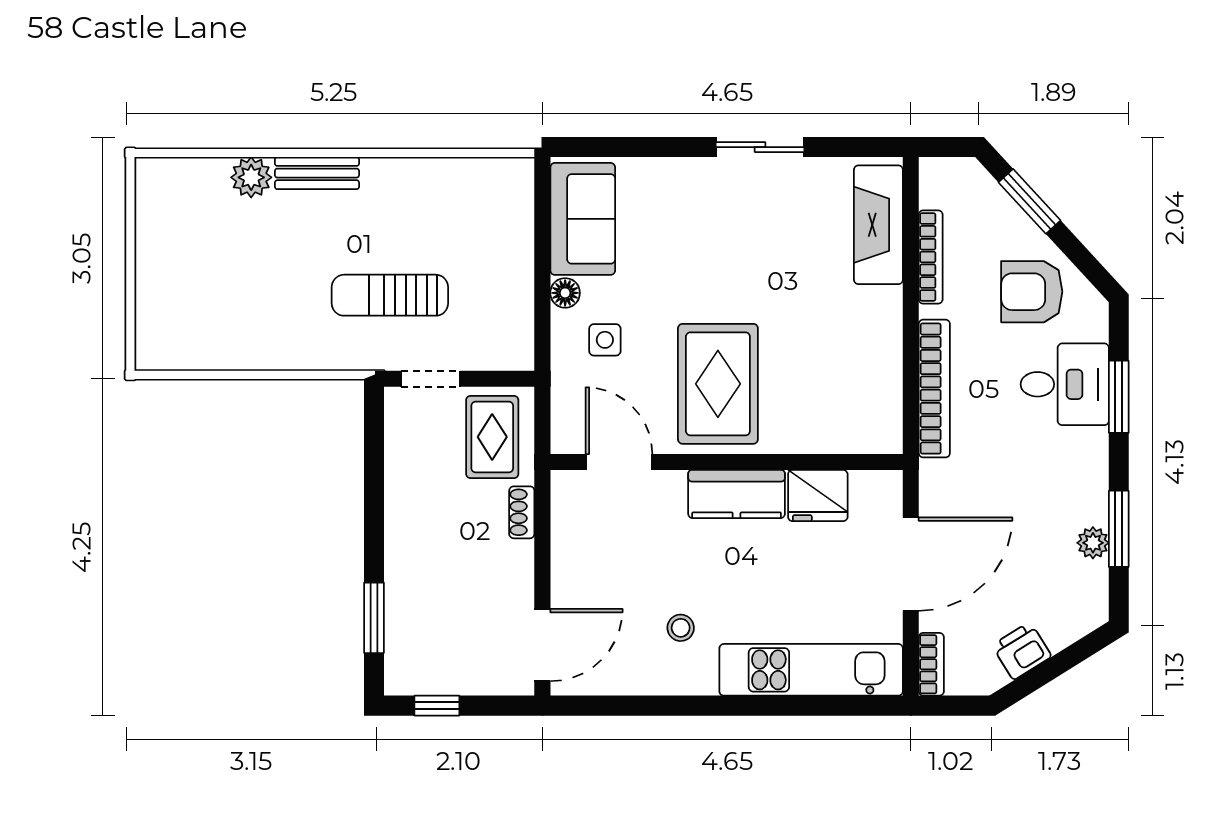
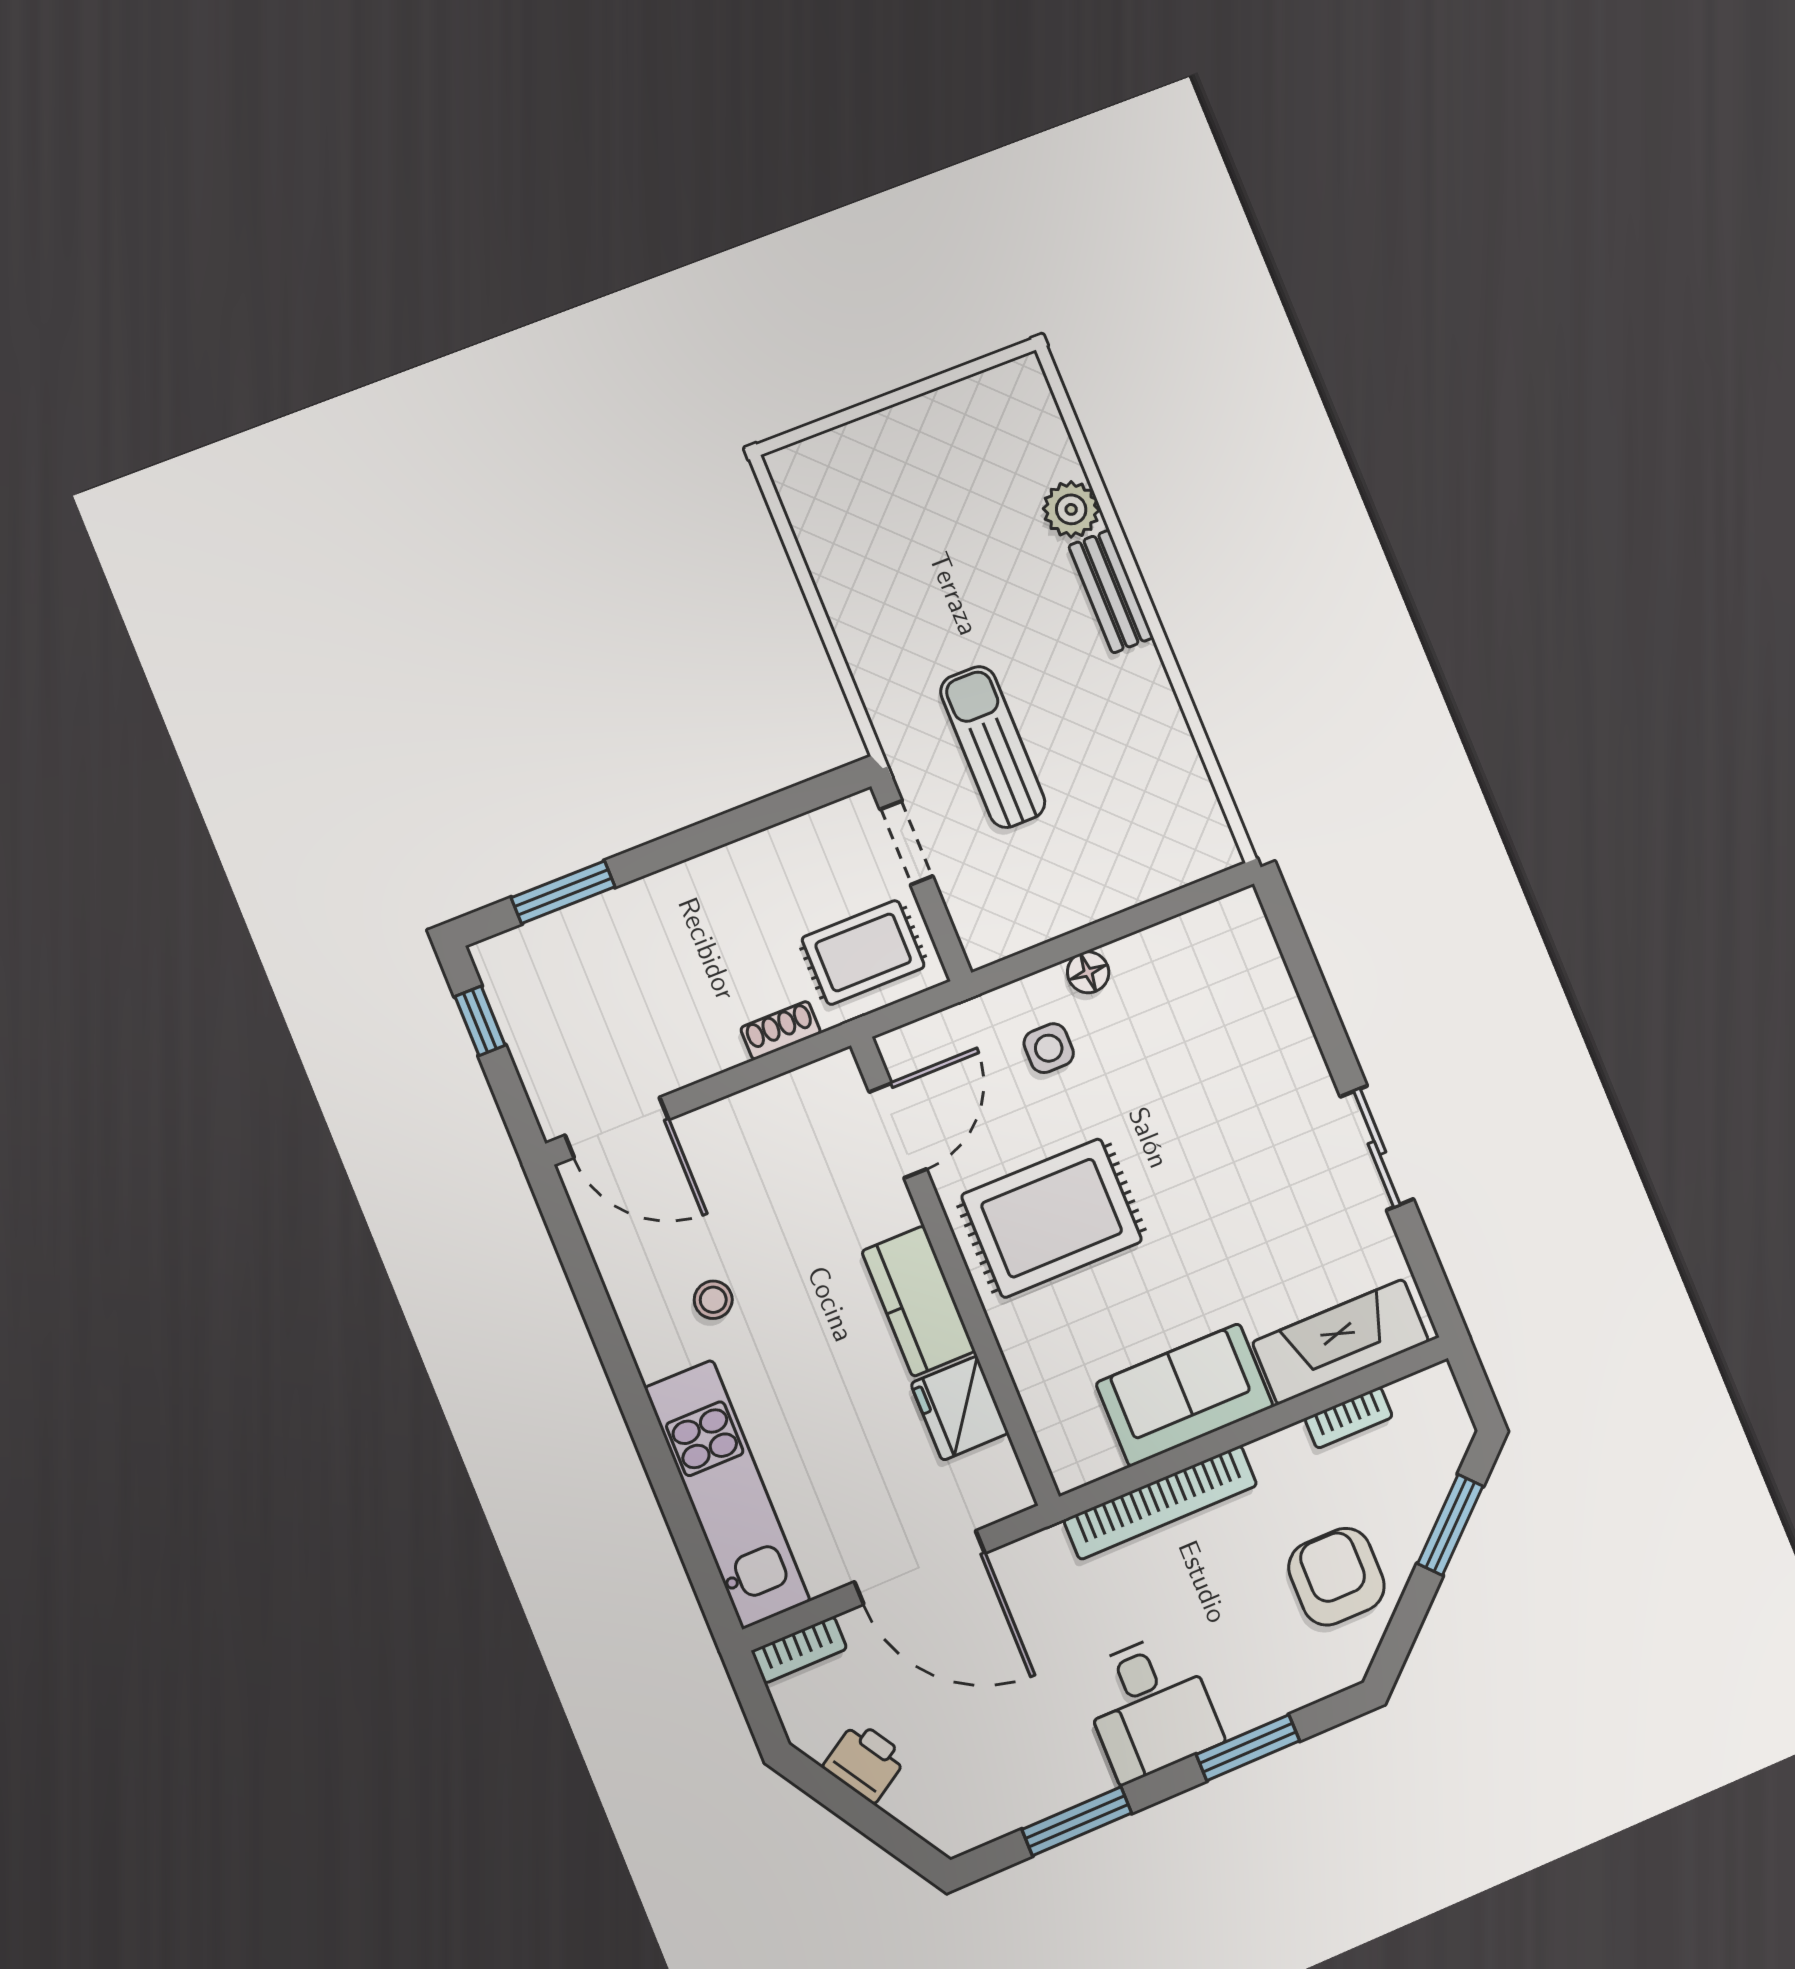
sofa: (583, 219) -> (1185, 1395), moved, turned 180
bookcase: (931, 257) -> (1349, 1418), width x0.64
desk: (1065, 384) -> (1150, 1707), moved
plant: (1093, 543) -> (1045, 1795), removed

